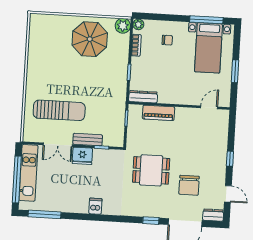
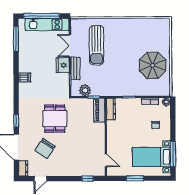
plant: (123, 26) -> (85, 90), moved
piano: (158, 113) -> (99, 110), moved
window: (230, 159) -> (87, 178), moved
chair: (189, 185) -> (45, 148), turned -56

